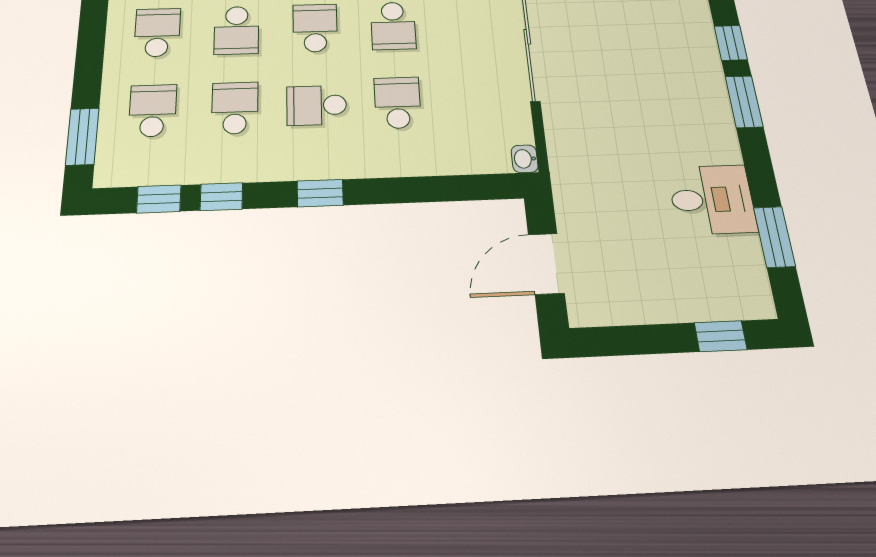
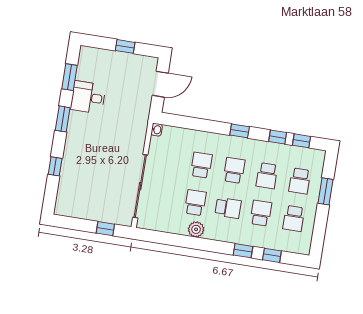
school desk: (315, 28) -> (228, 208), turned -90
window: (744, 102) -> (63, 119), moved
school desk: (398, 103) -> (201, 165), turned 180
school desk: (317, 105) -> (234, 170), turned -90
window: (82, 137) -> (326, 191), moved
window: (721, 336) -> (125, 46), moved

